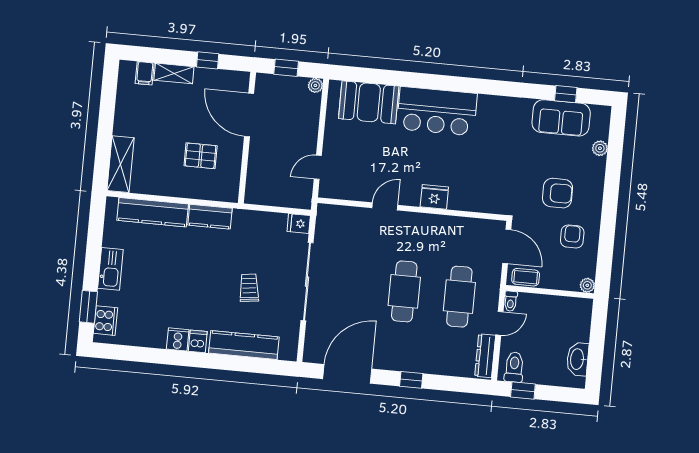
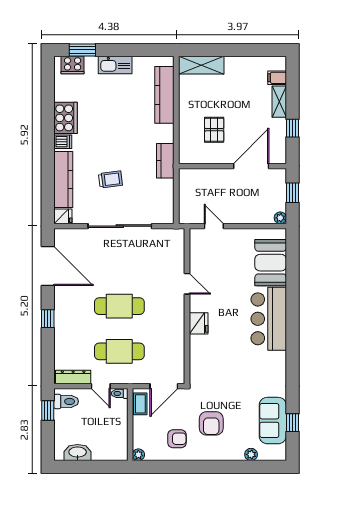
kitchen counter: (210, 217) -> (165, 161), moved
fridge: (299, 224) -> (63, 216), moved, turned 90
cooker: (178, 339) -> (66, 118), width x1.87, depth x1.31

